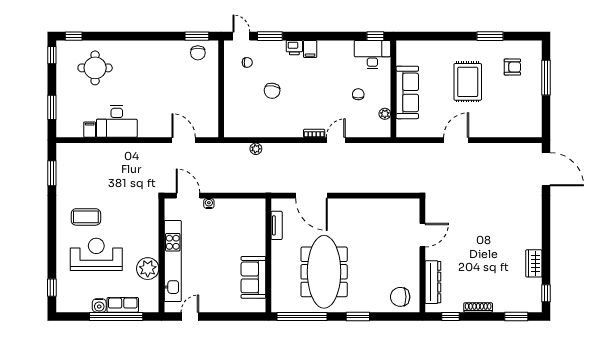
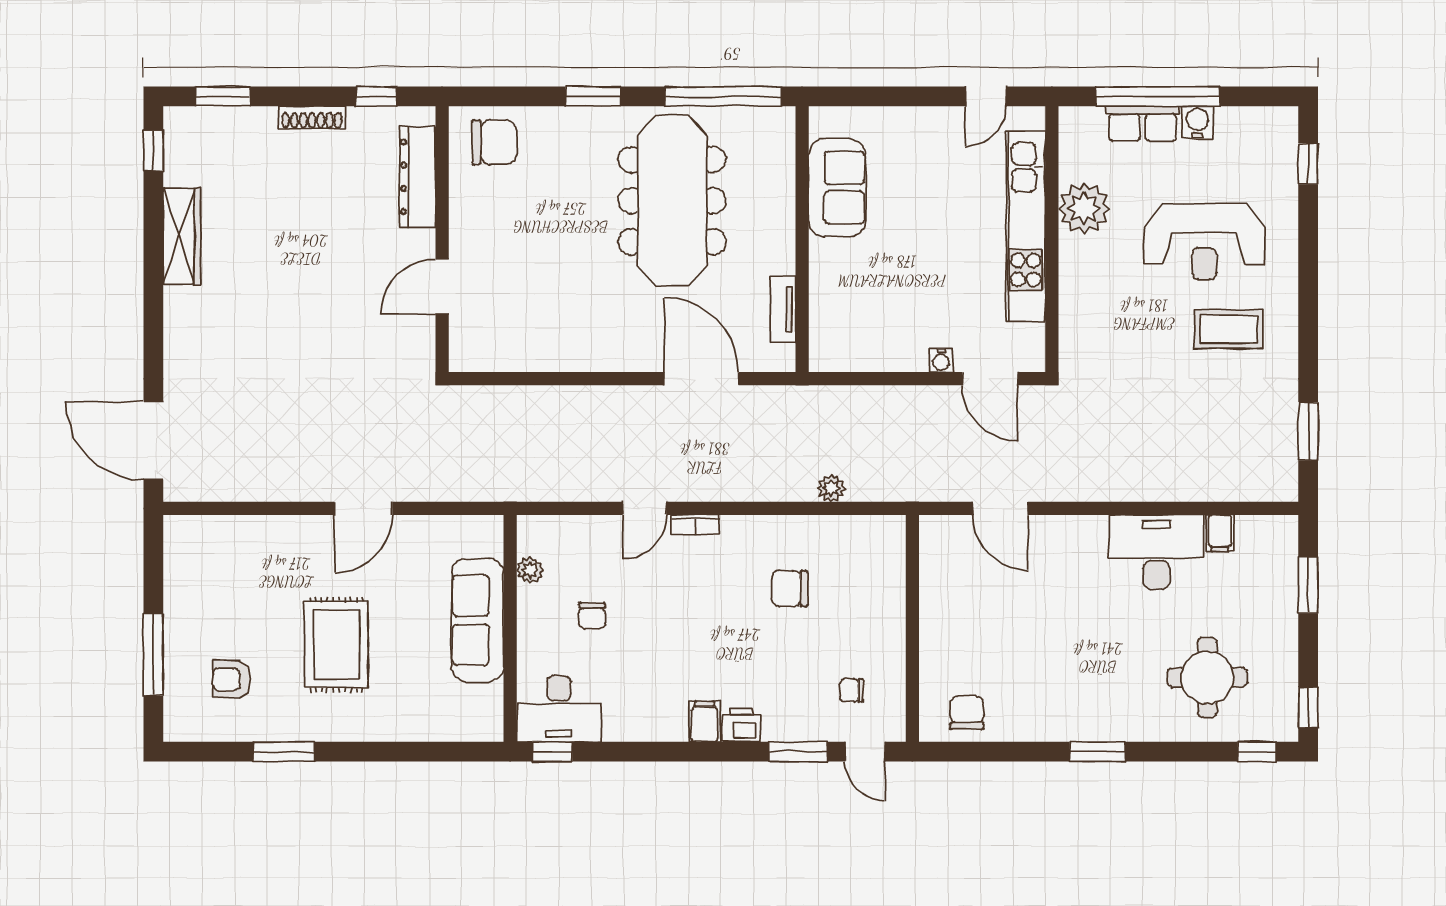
window: (197, 36) -> (1097, 752), moved
chair: (272, 91) -> (790, 588), moved, turned -98
wardrobe: (534, 263) -> (182, 236), width x1.50

